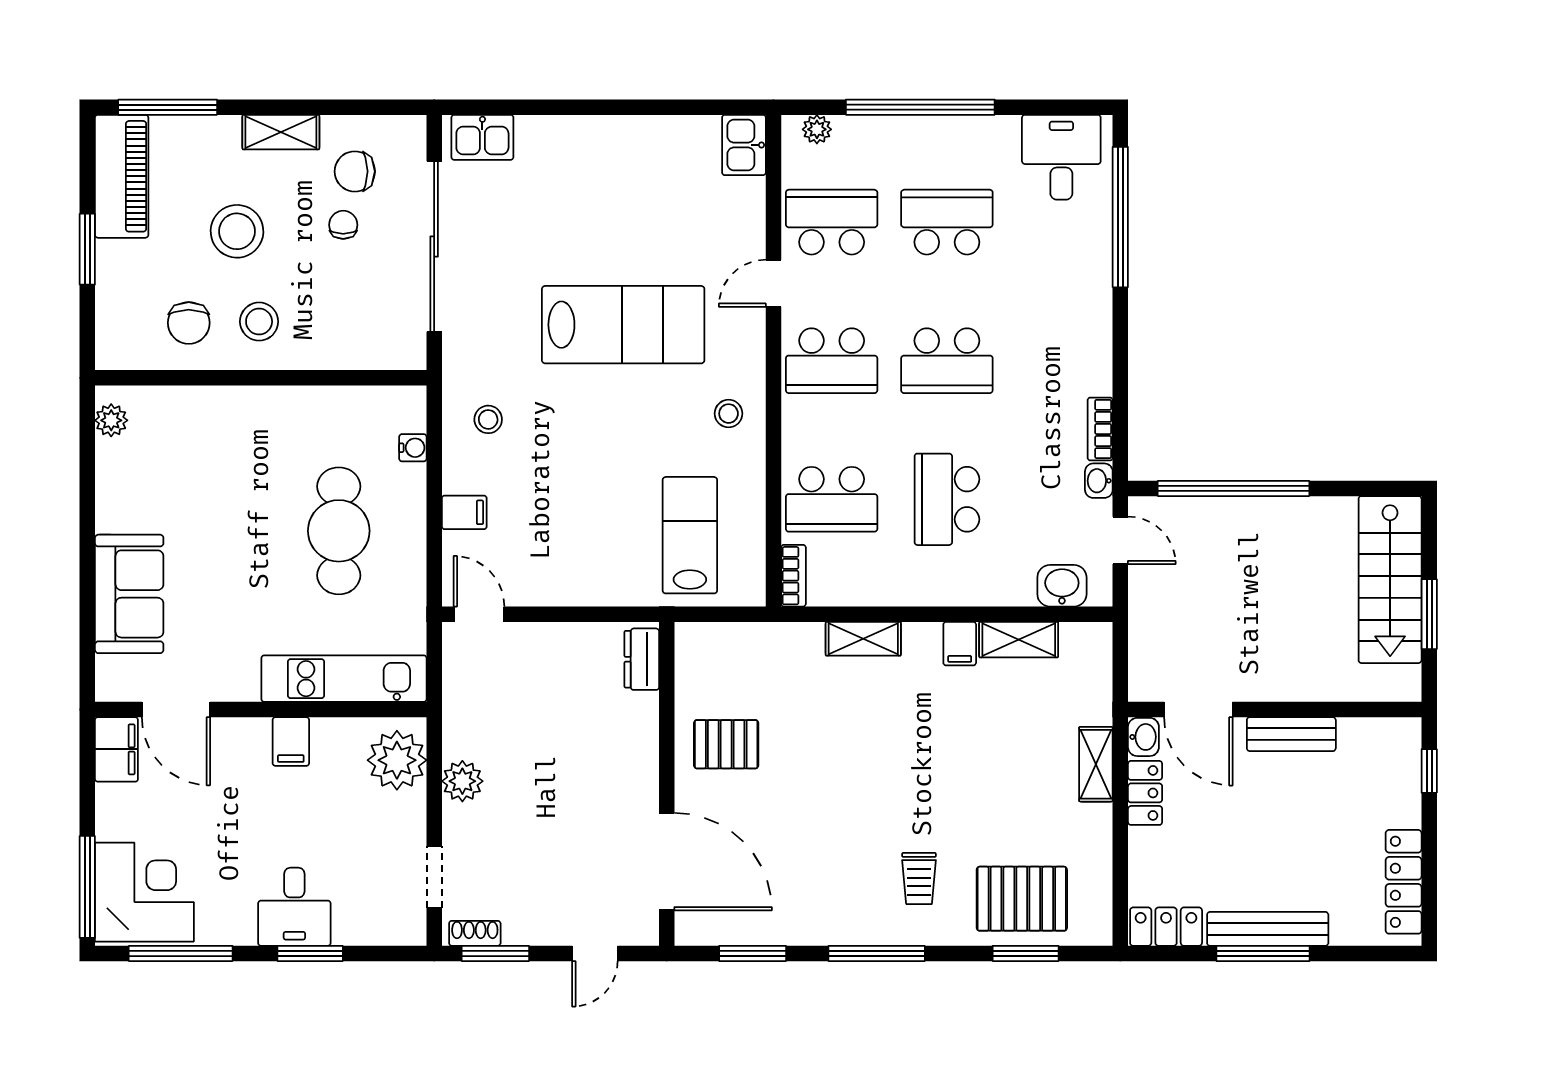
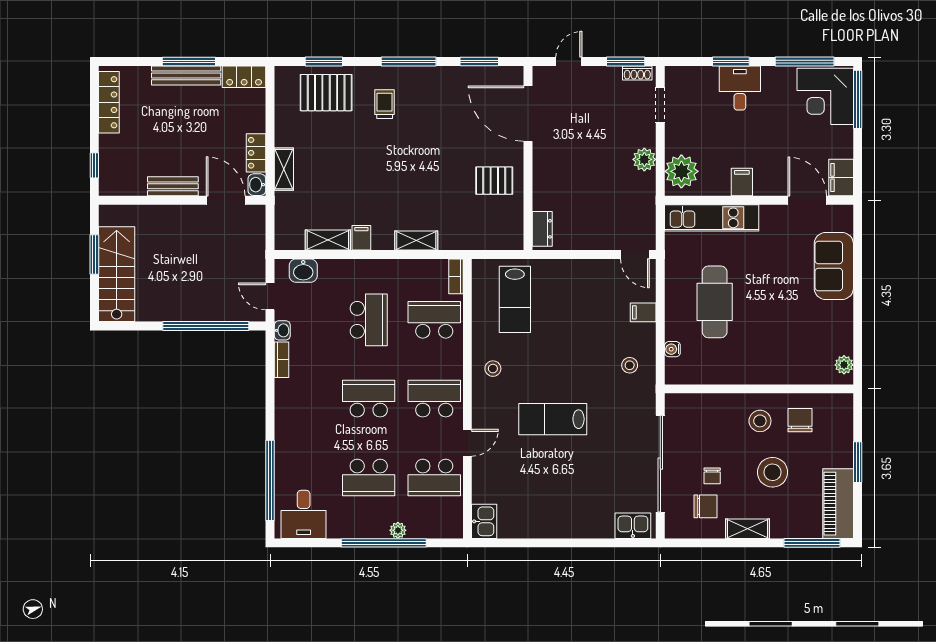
plant: (817, 129) -> (398, 530), moved
lab bench: (623, 325) -> (553, 419), width x0.73, depth x0.72

